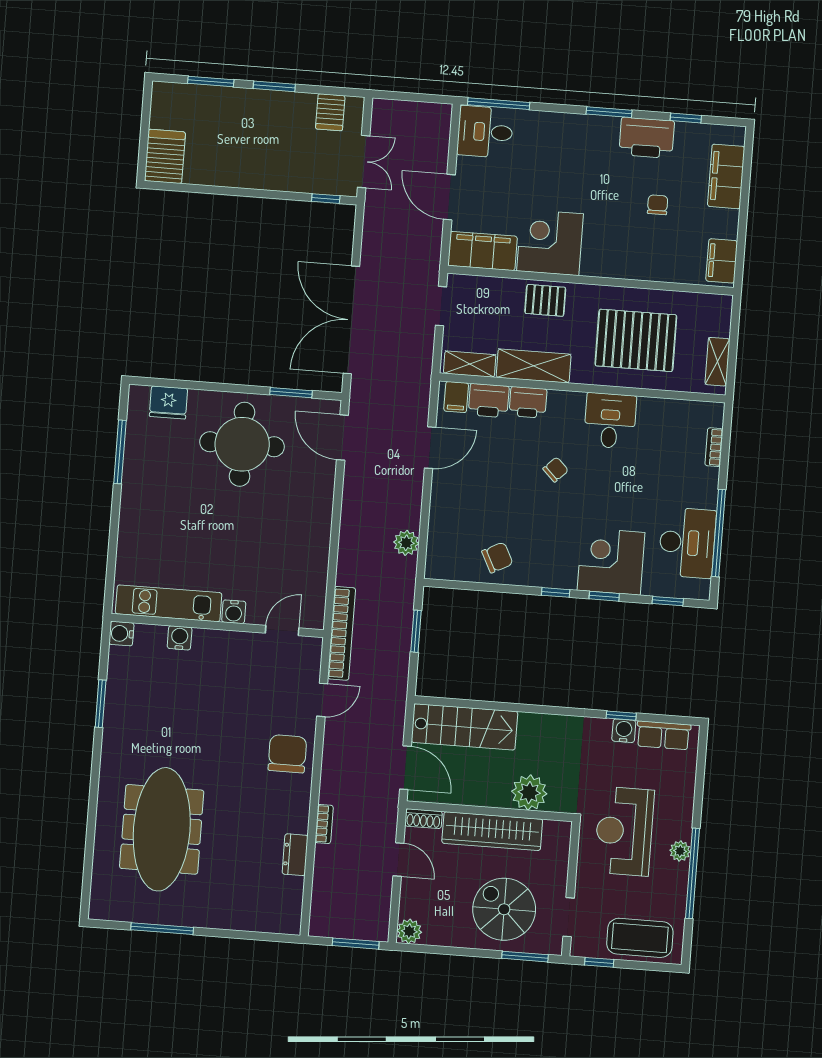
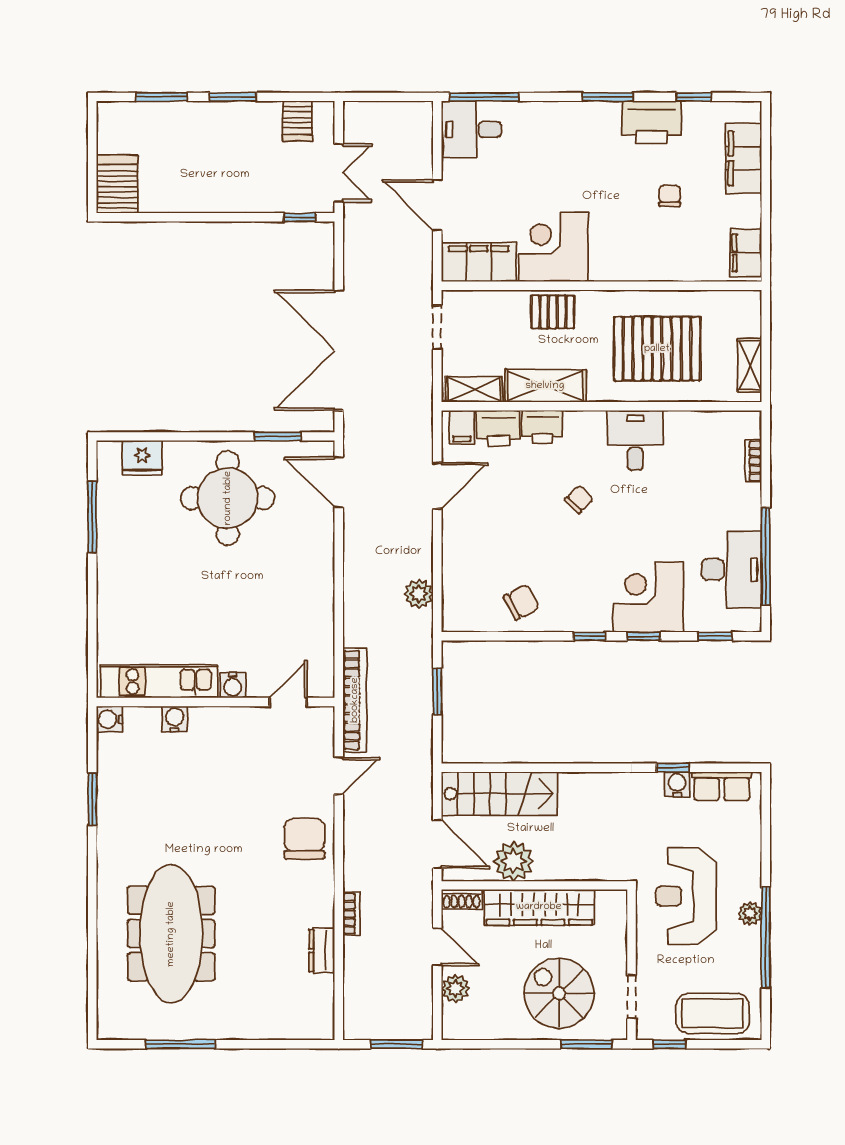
plant: (529, 793) -> (514, 861), moved
plant: (409, 931) -> (455, 989), moved

